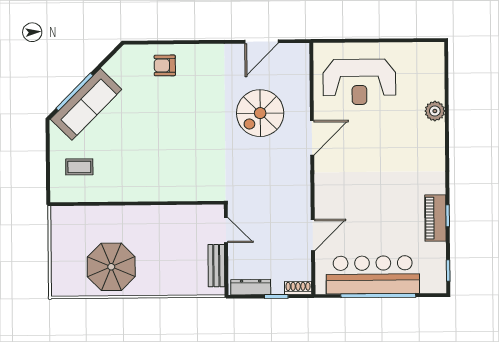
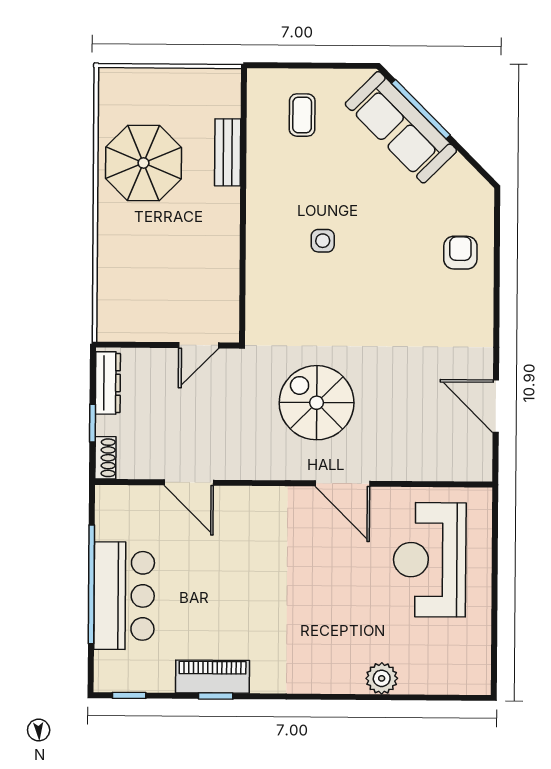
spiral stairs: (260, 113) -> (317, 403), moved
side table: (159, 153) -> (323, 241), added
bench: (216, 266) -> (228, 152), moved, turned 90
bar counter: (373, 275) -> (124, 596), width x0.73

